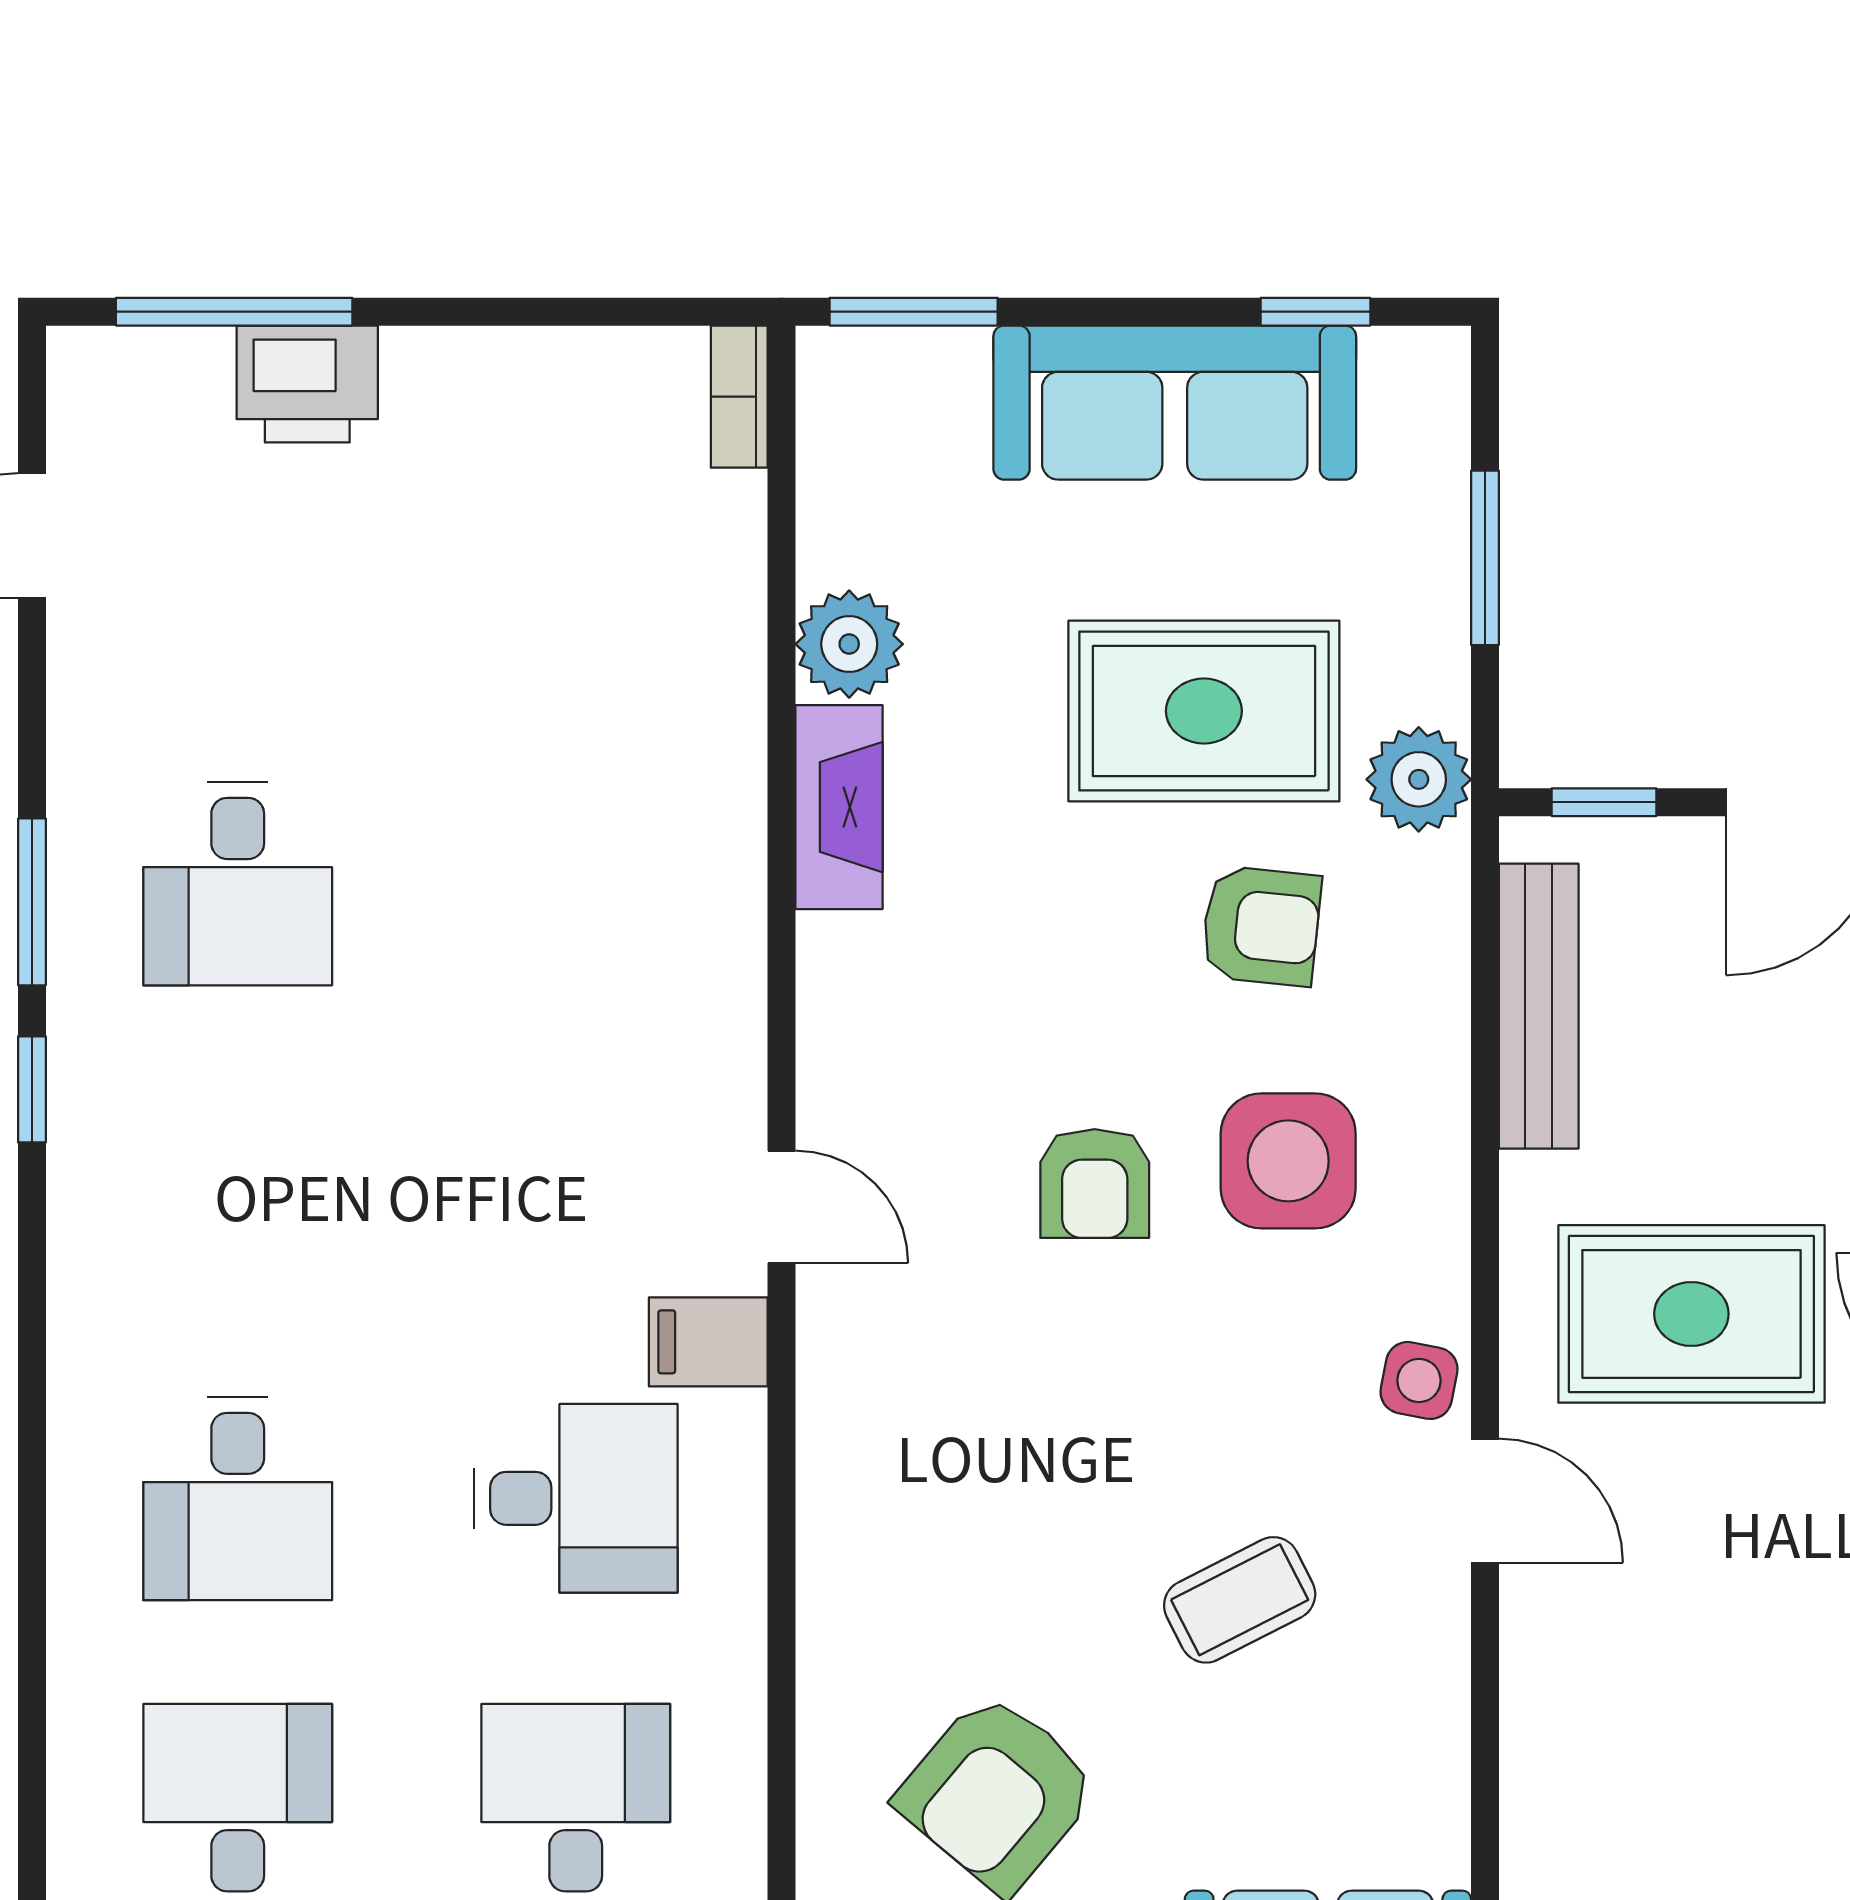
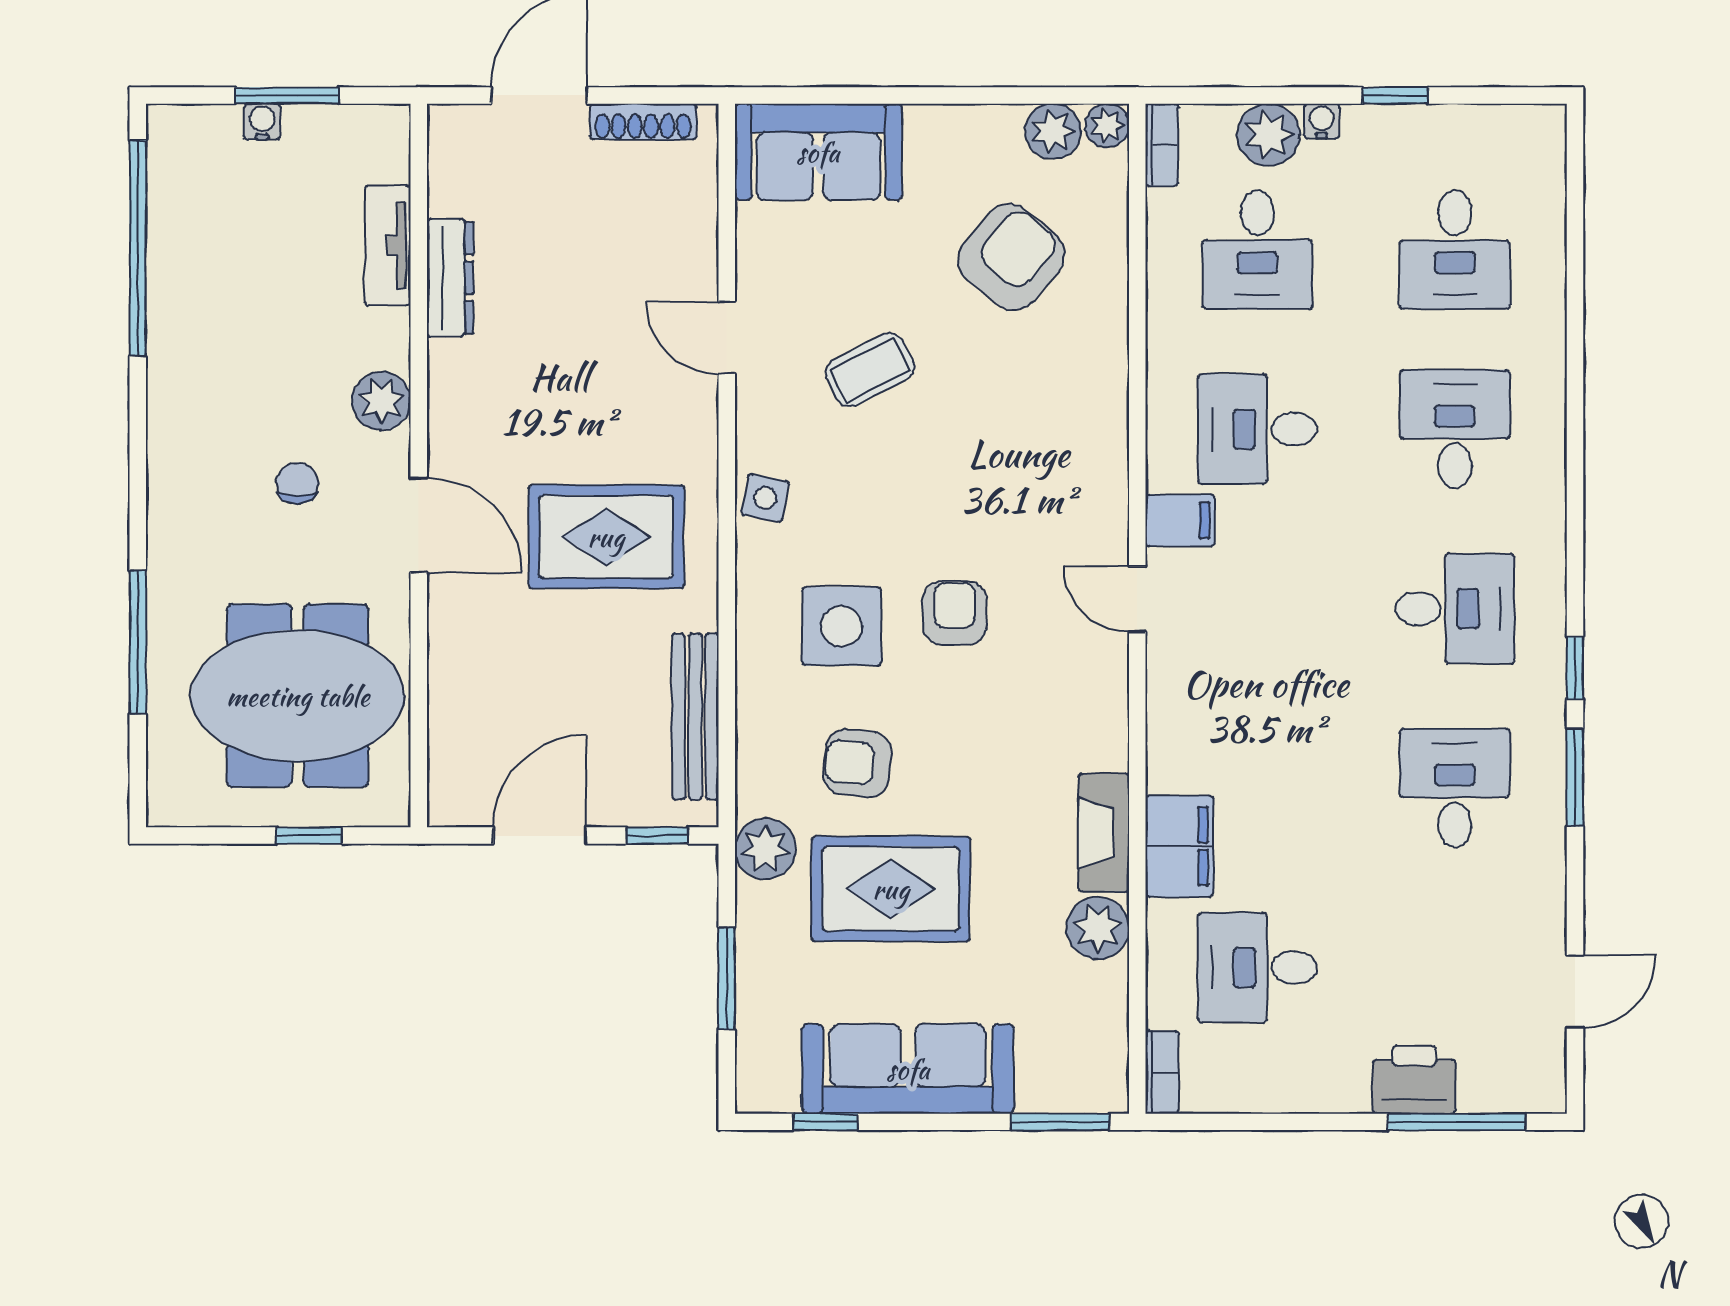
desk: (576, 576) -> (1257, 968), added
filing cabinet: (710, 784) -> (1179, 846), added
desk: (238, 1191) -> (1455, 609), added
door: (1485, 1501) -> (727, 338), moved

